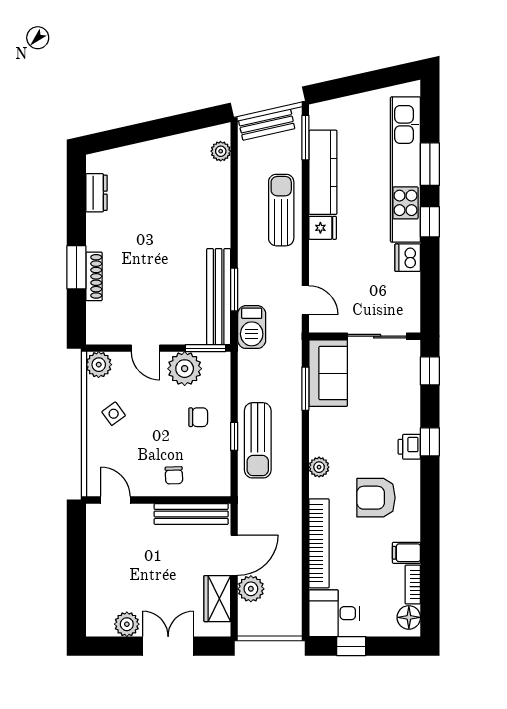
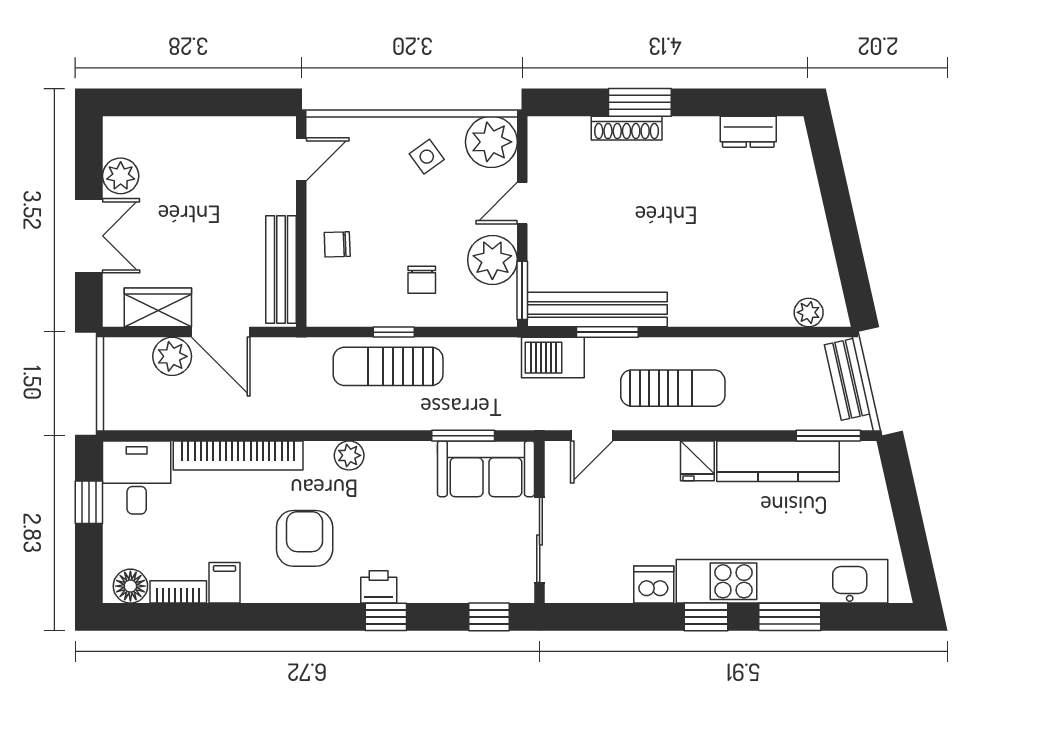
sun lounger: (281, 210) -> (673, 388), moved
plant: (99, 365) -> (491, 142), width x1.36, depth x1.36

